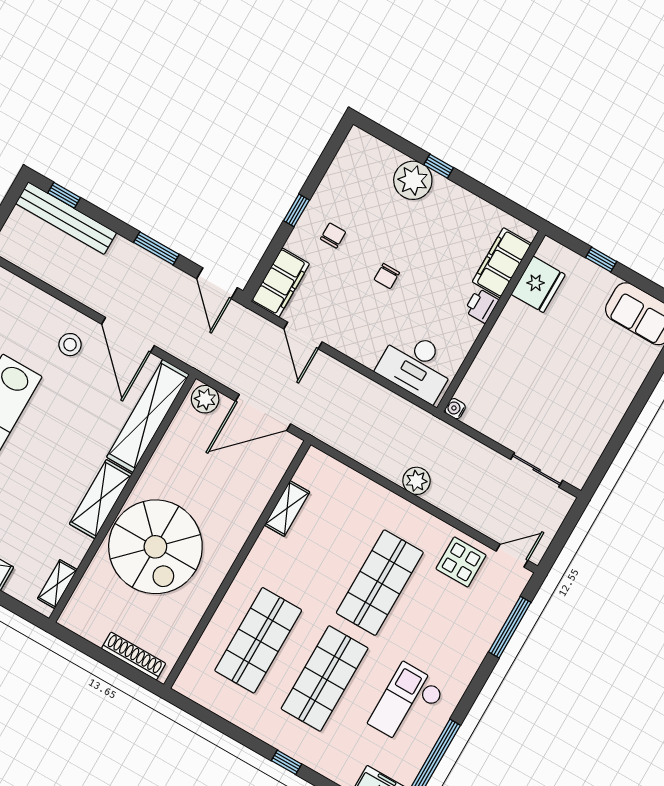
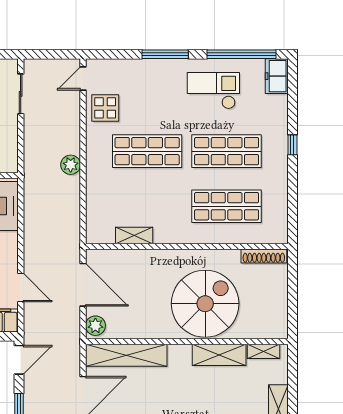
door: (303, 335) -> (21, 288), hinge flipped
water cooler: (455, 409) -> (12, 167), removed
shelving: (101, 499) -> (219, 355), moved
door: (512, 556) -> (83, 78), hinge flipped
window: (510, 627) -> (165, 54), moved
shoe rack: (134, 656) -> (264, 256), moved, turned -90
checkout: (407, 705) -> (213, 91), turned 180

